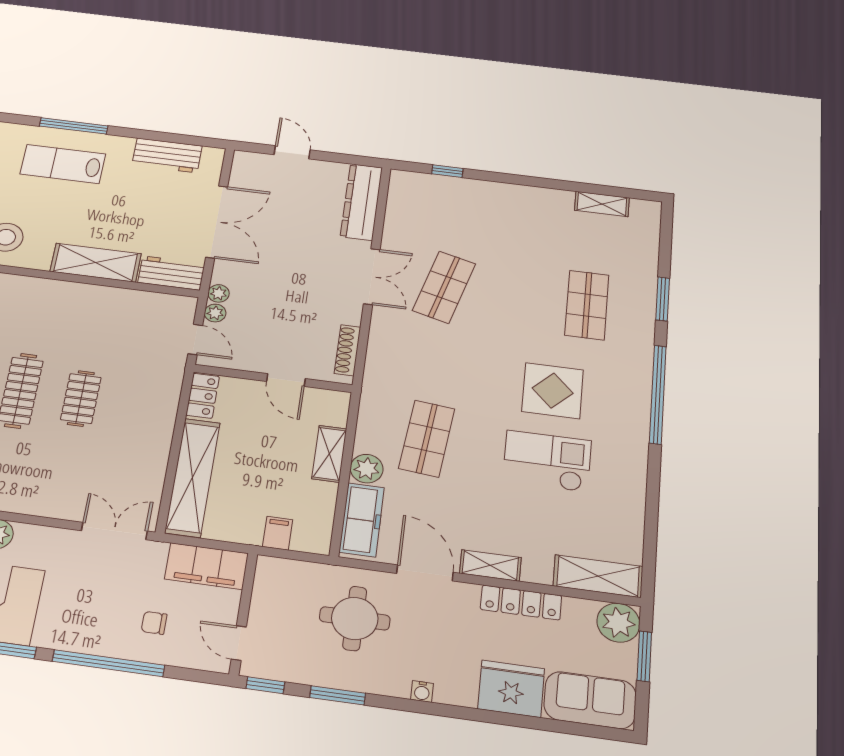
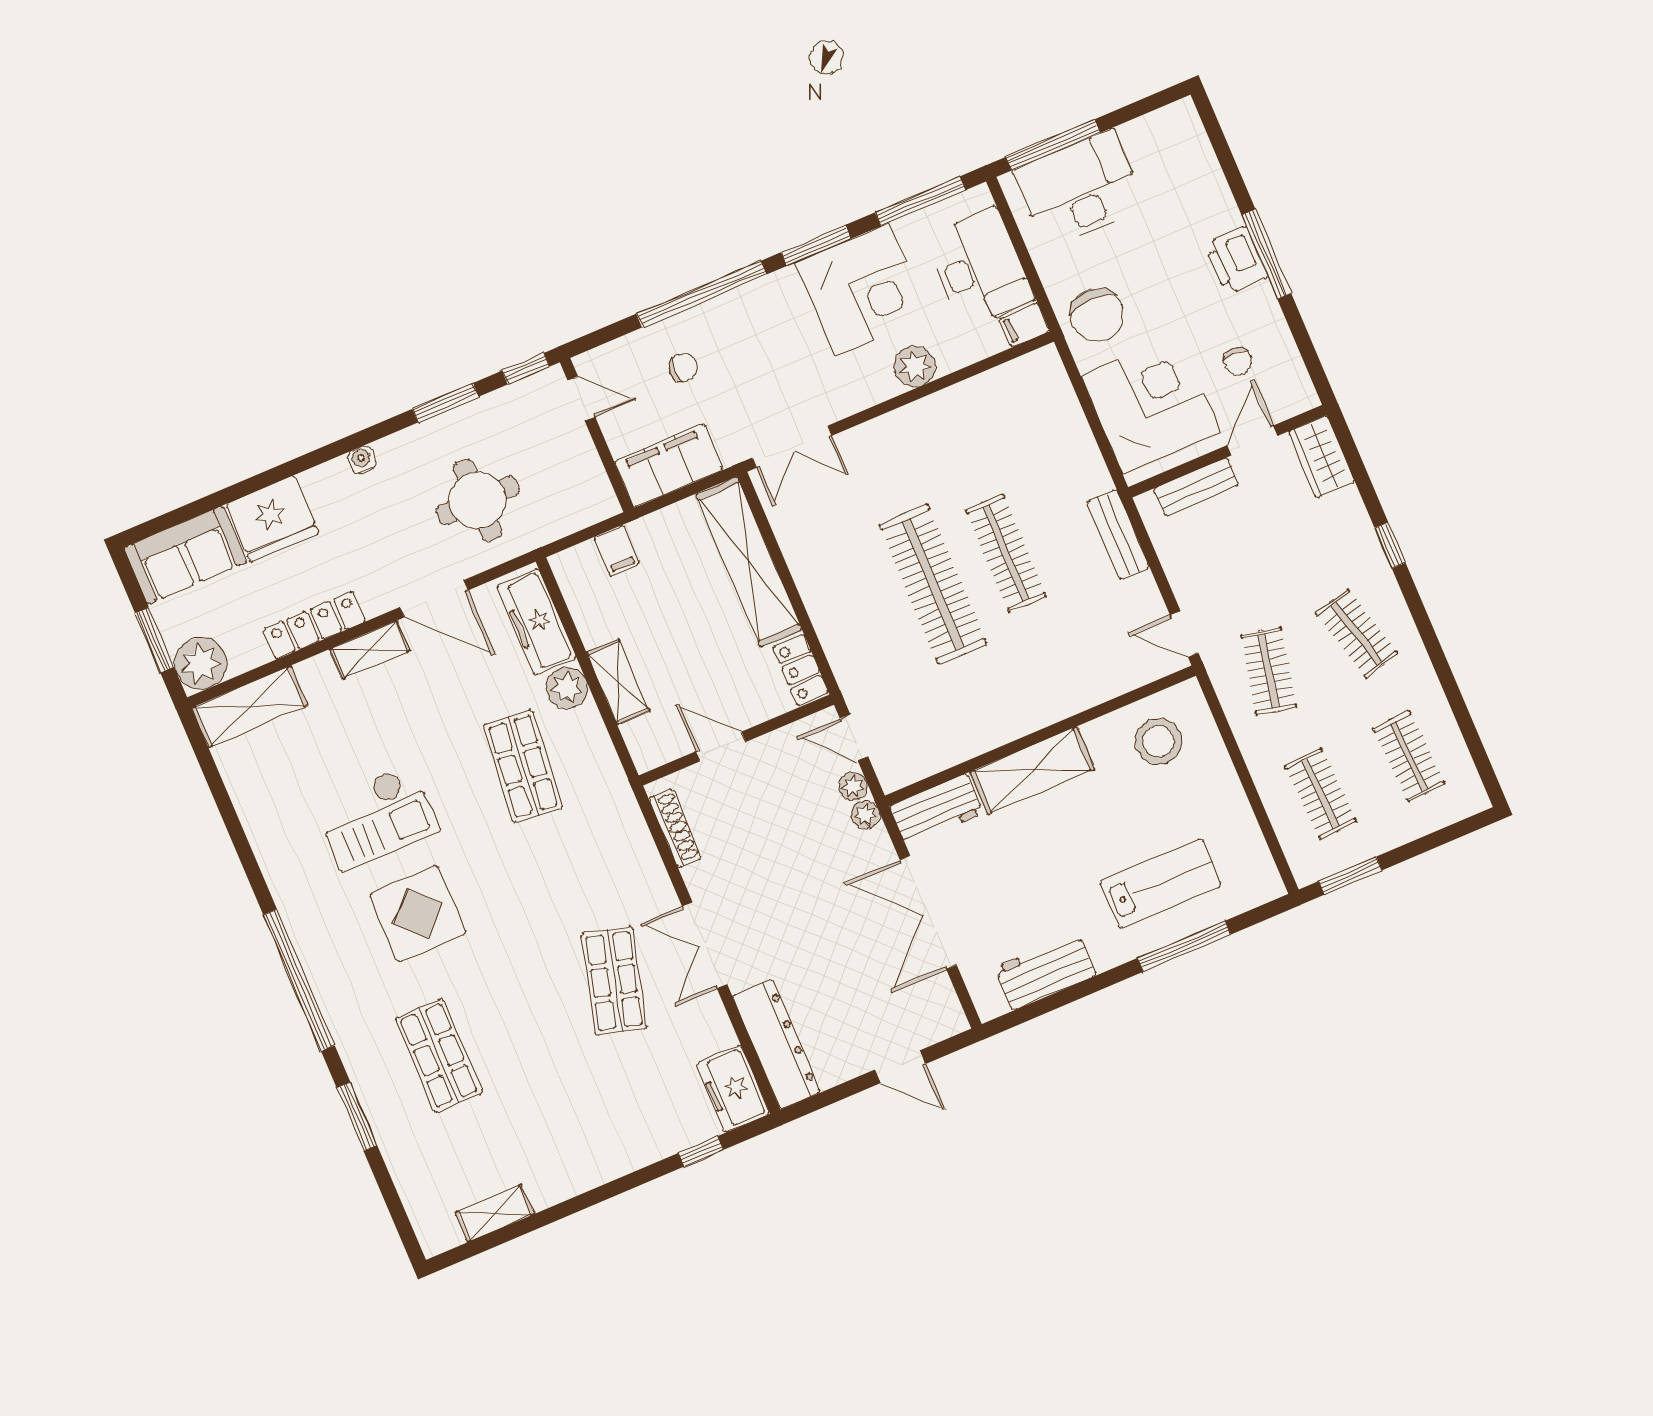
freezer: (405, 193) -> (733, 1089), added
clothes rail: (81, 398) -> (933, 584), width x1.86, depth x1.31

